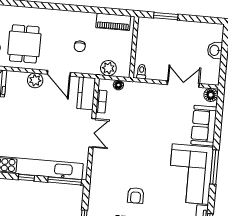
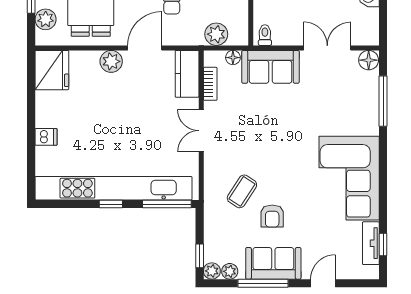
door: (59, 73) -> (145, 48), swing flipped
sofa: (204, 126) -> (270, 67), moved, turned -90
double door: (92, 133) -> (201, 131), swing flipped
window: (214, 167) -> (383, 101), moved
coffee table: (117, 177) -> (242, 191), added

